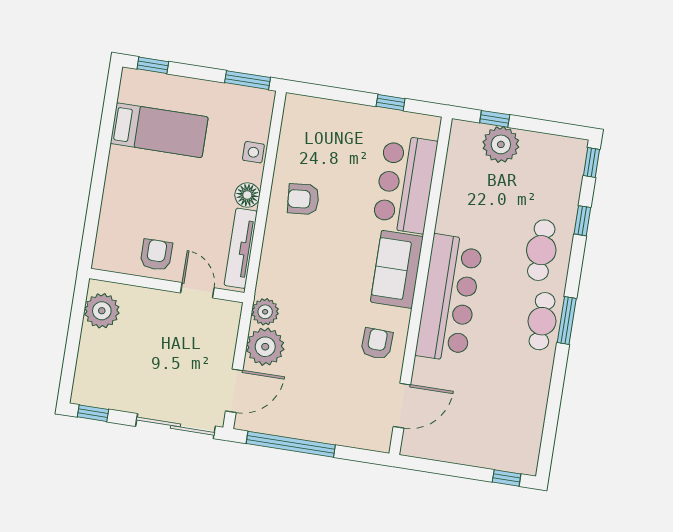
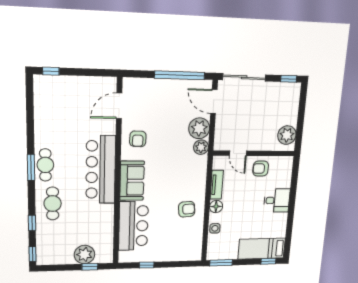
bed: (159, 130) -> (262, 249), moved
desk: (129, 187) -> (277, 200), added
tv unit: (241, 248) -> (217, 185), width x0.71
armchair: (156, 255) -> (261, 169), turned 90
door: (234, 391) -> (214, 102), hinge flipped

